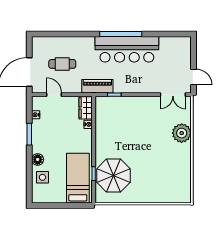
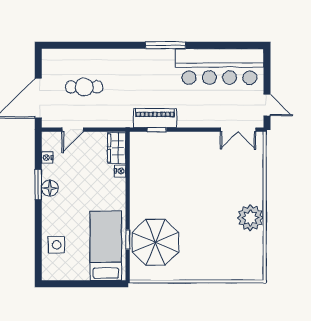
window: (121, 34) -> (166, 45), width x0.68
bar counter: (127, 49) -> (219, 66), moved
piano: (97, 86) -> (155, 118), moved
door: (54, 95) -> (73, 130), swing flipped
plant: (182, 133) -> (250, 218), moved
floor lamp: (38, 159) -> (50, 188), moved

